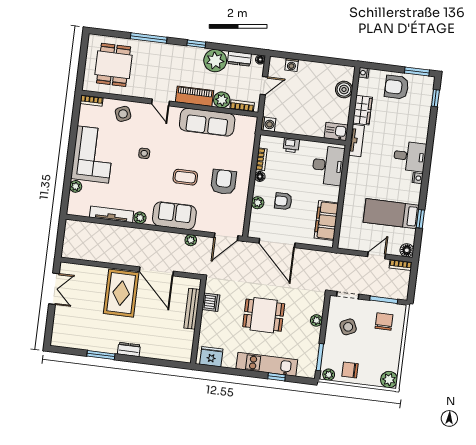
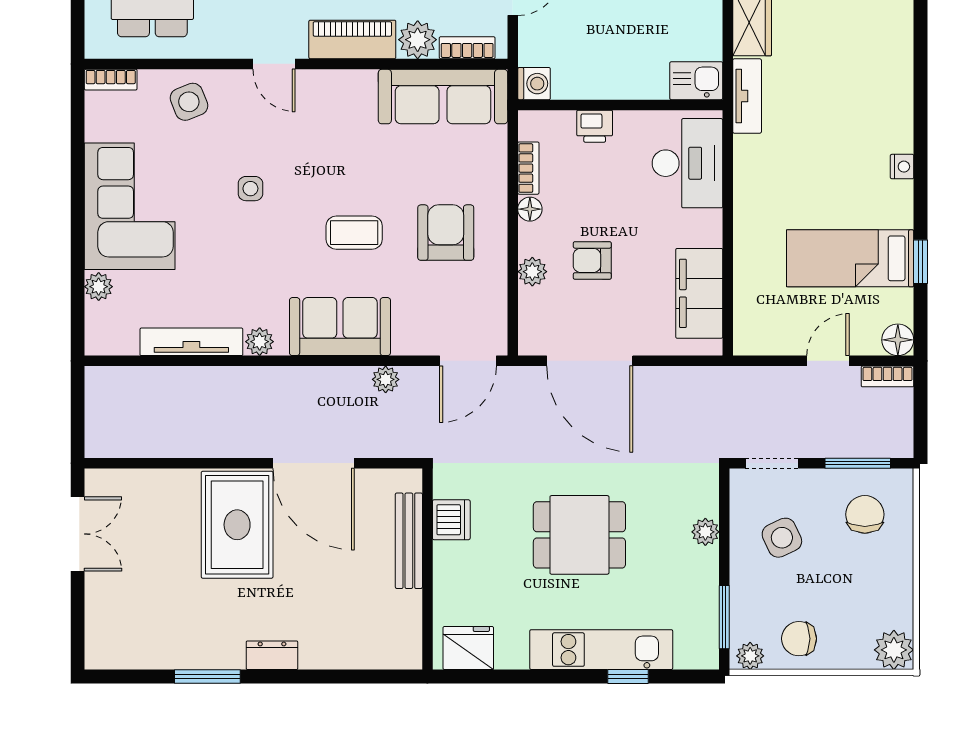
sofa: (207, 122) -> (443, 97), moved
desk: (410, 156) -> (877, 118), removed

